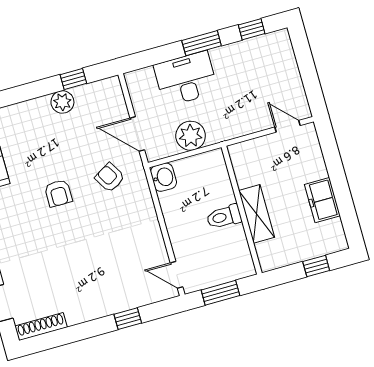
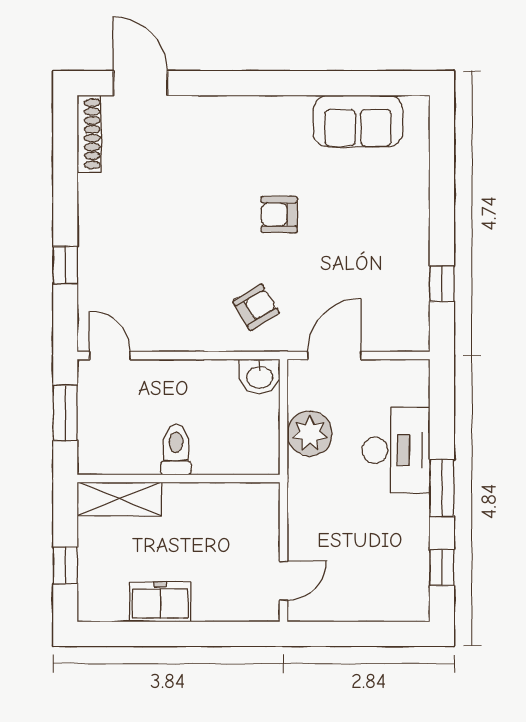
plant: (62, 102) -> (412, 258), removed
armchair: (110, 178) -> (256, 307), moved
shelving: (257, 214) -> (120, 499), moved
door: (177, 275) -> (110, 355), hinge flipped

